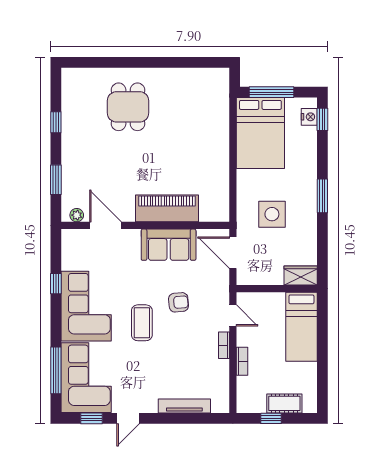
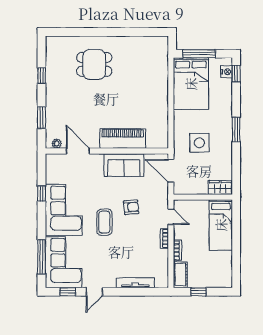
dining table: (128, 107) -> (94, 64), turned 90
cot: (284, 403) -> (180, 274), moved, turned 90

